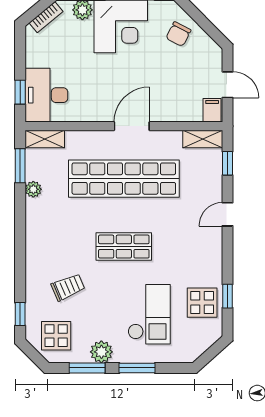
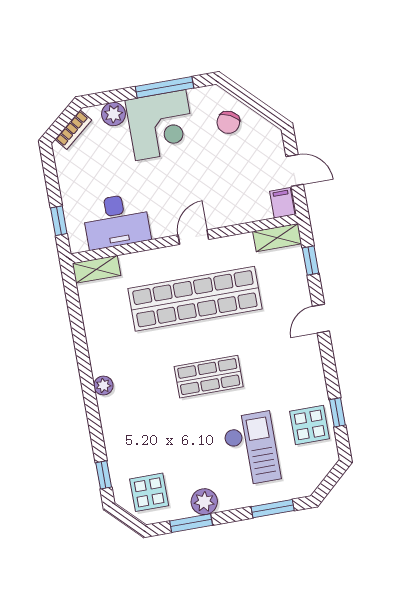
desk: (46, 95) -> (116, 221), moved, turned -90
door: (132, 126) -> (193, 237), width x0.73
window: (20, 166) -> (74, 305), removed
plant: (33, 189) -> (103, 386), moved
trolley: (68, 287) -> (153, 434), removed
window: (137, 368) -> (273, 509), moved

